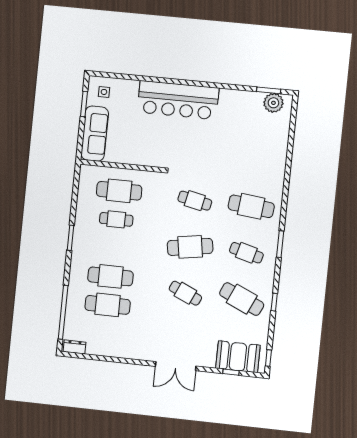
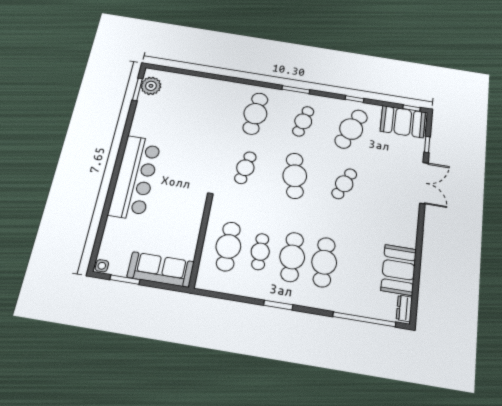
side table: (104, 92) -> (102, 266), moved
cafe table: (108, 305) -> (292, 257), moved
booth: (108, 343) -> (399, 270), added
booth: (238, 357) -> (403, 122), moved, turned 90
double door: (176, 366) -> (424, 183), moved

